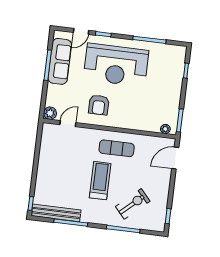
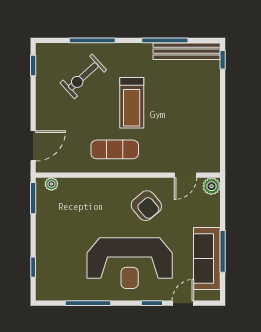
reception desk: (116, 65) -> (130, 263), turned 180
armchair: (99, 105) -> (146, 206), turned 140

